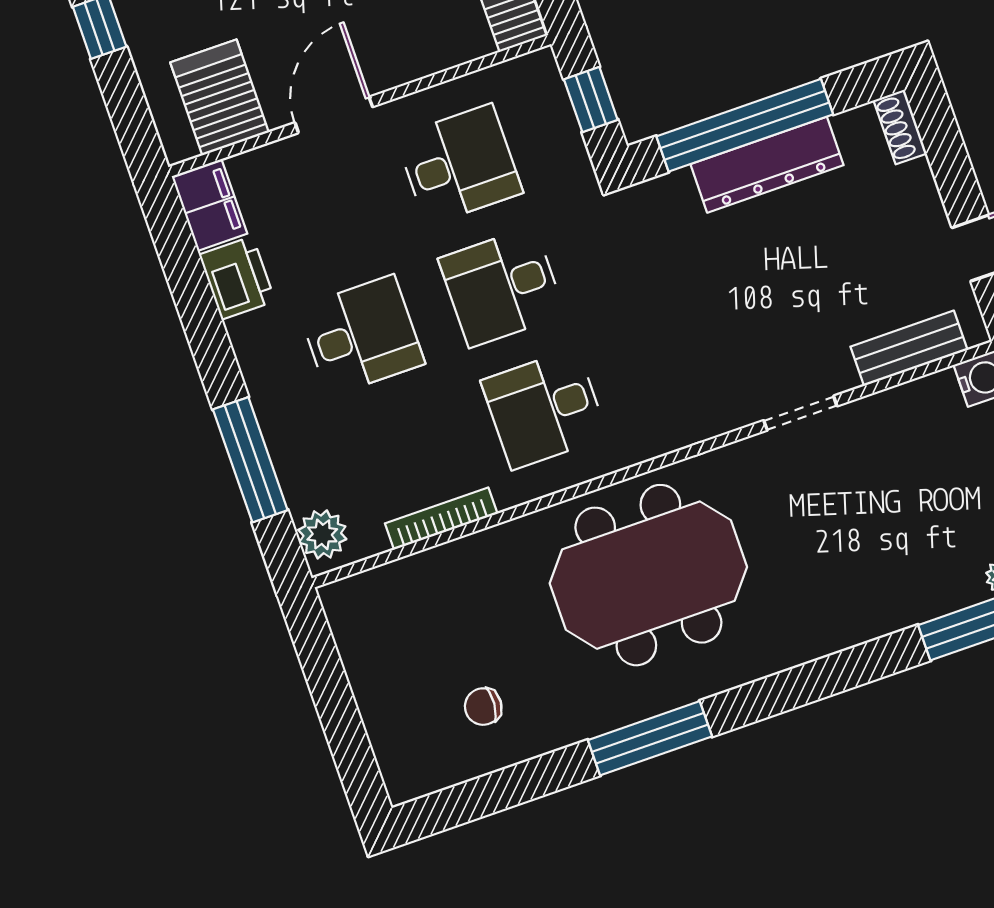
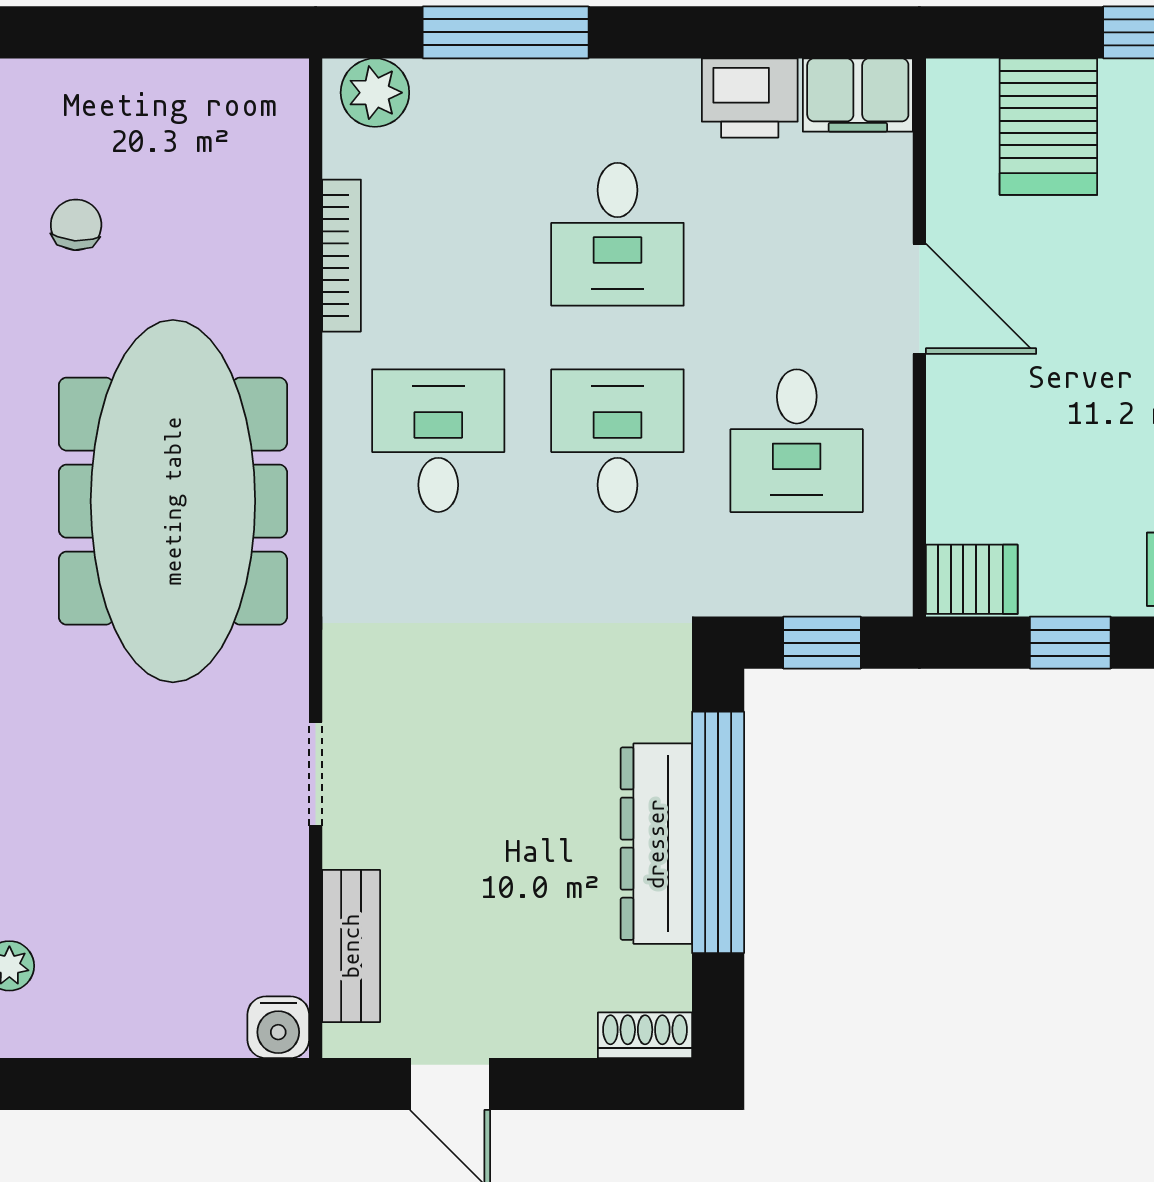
server rack: (220, 97) -> (1048, 127), moved, turned 90
meeting table: (648, 575) -> (173, 501), width x1.36

